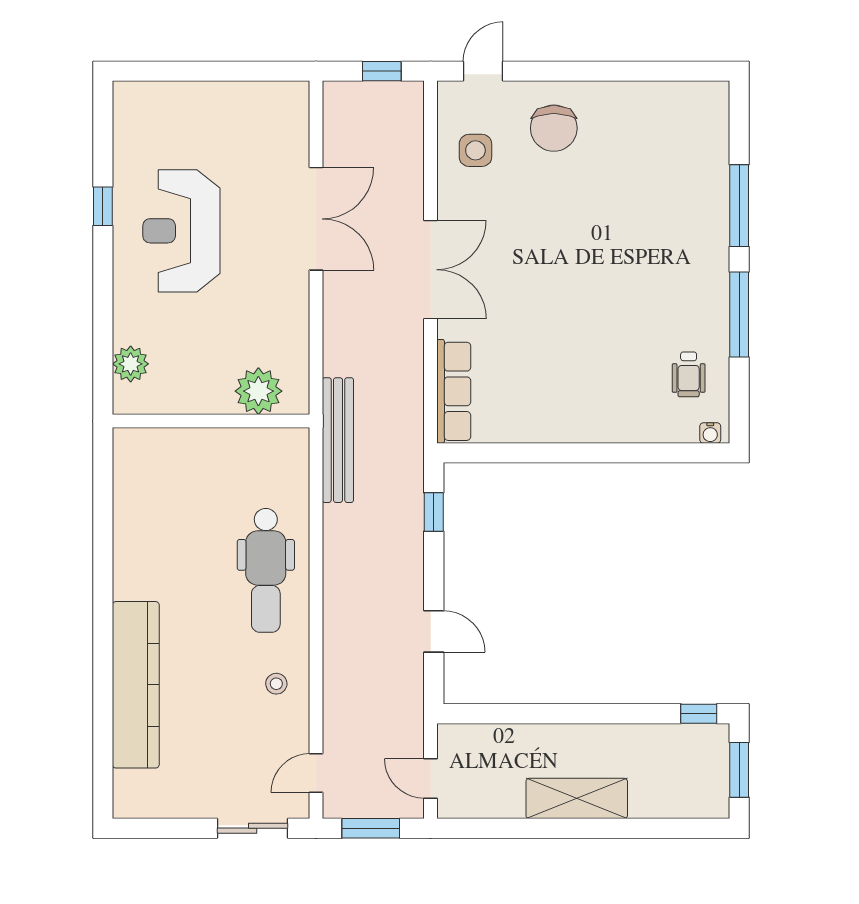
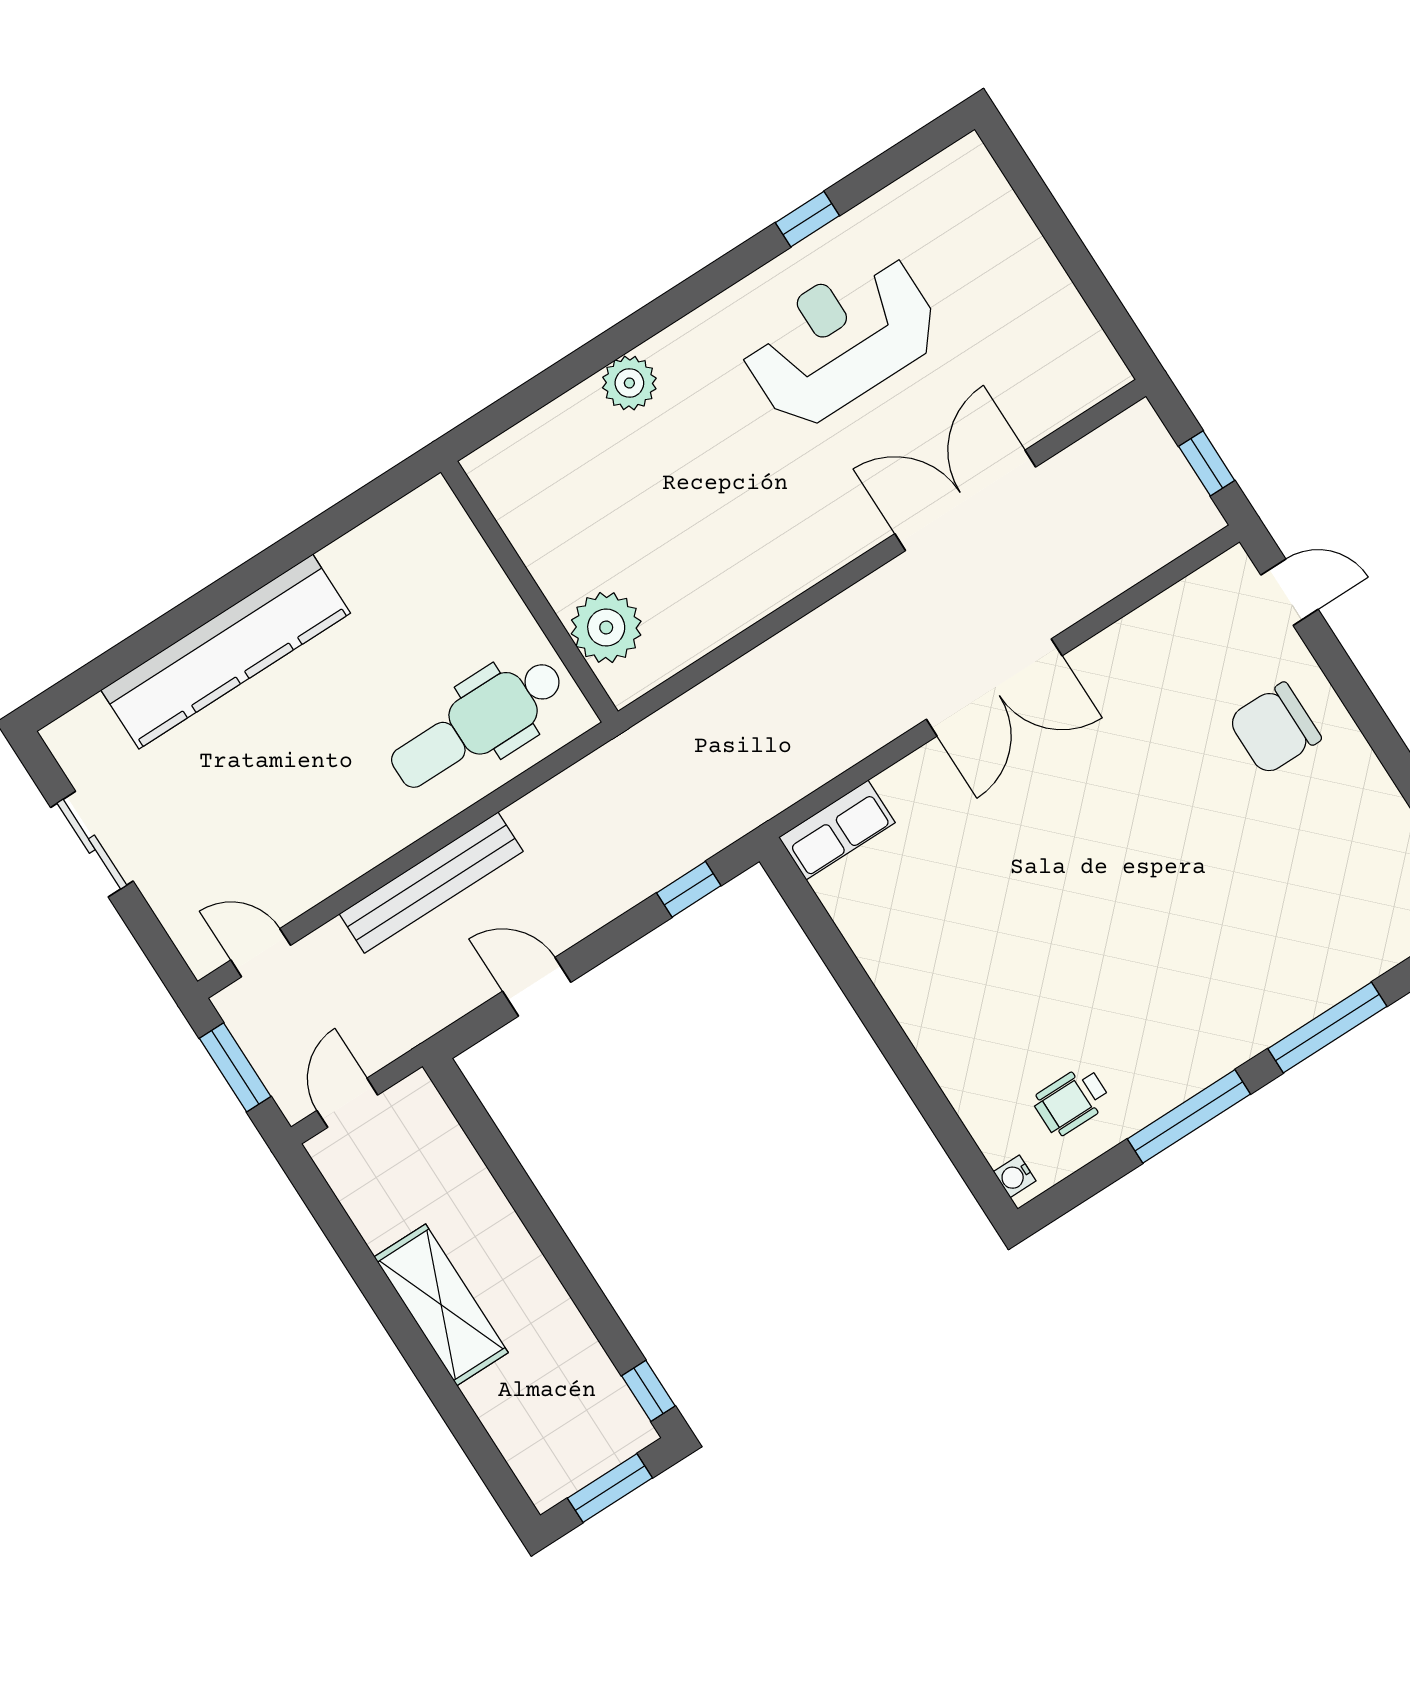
side table: (475, 150) -> (1182, 647), removed
double door: (316, 219) -> (965, 500), swing flipped
plant: (258, 391) -> (606, 627), moved
row of seats: (454, 391) -> (837, 830), width x0.68
wall: (211, 421) -> (529, 592), moved
bench: (338, 440) -> (431, 883), moved
door: (434, 631) -> (537, 987), swing flipped
stool: (276, 684) -> (342, 829), removed
sliding door: (253, 828) -> (92, 844), moved

